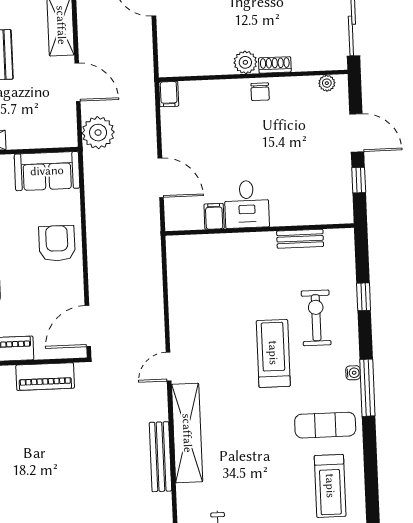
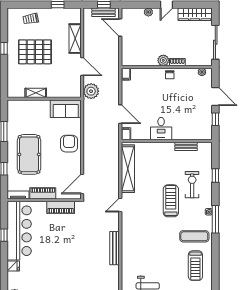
filing cabinet: (214, 216) -> (126, 134), moved
shelving: (187, 433) -> (128, 169), moved

